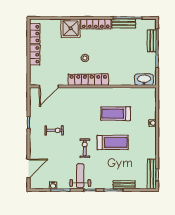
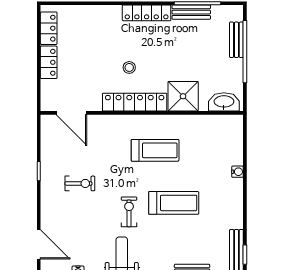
shower: (71, 28) -> (183, 96), moved
door: (49, 86) -> (71, 113), hinge flipped
treadmill: (116, 114) -> (155, 150), moved, turned 180
door: (29, 168) -> (39, 244), hinge flipped

